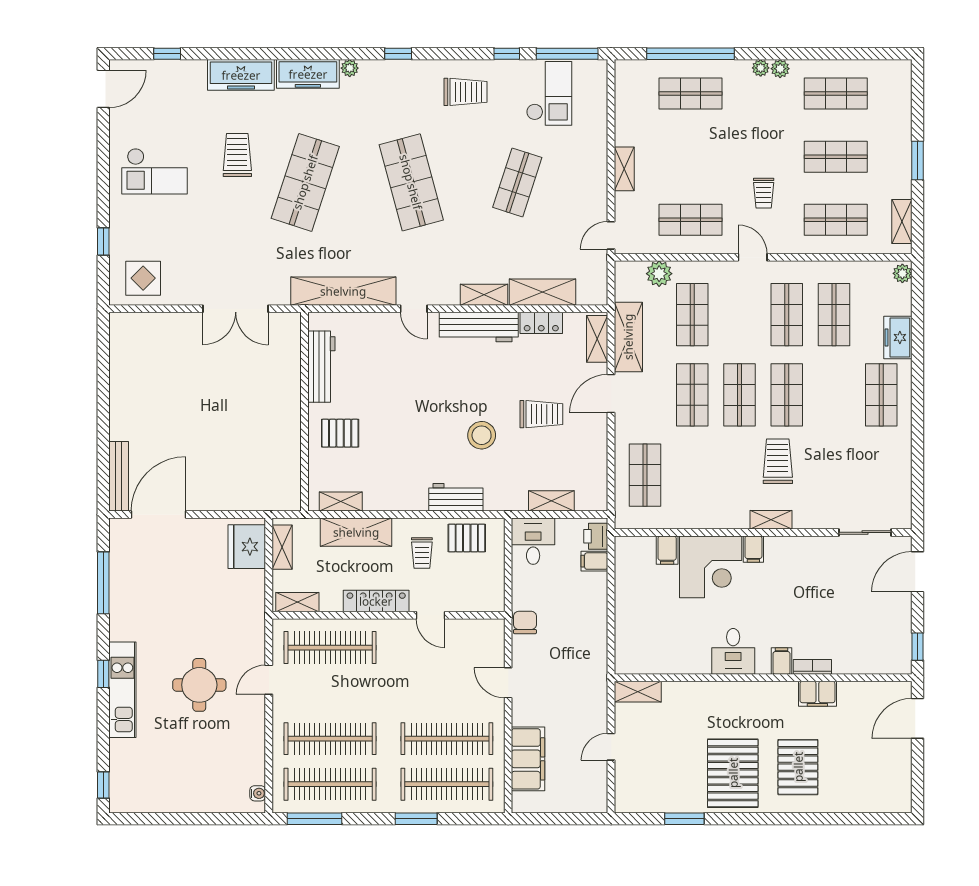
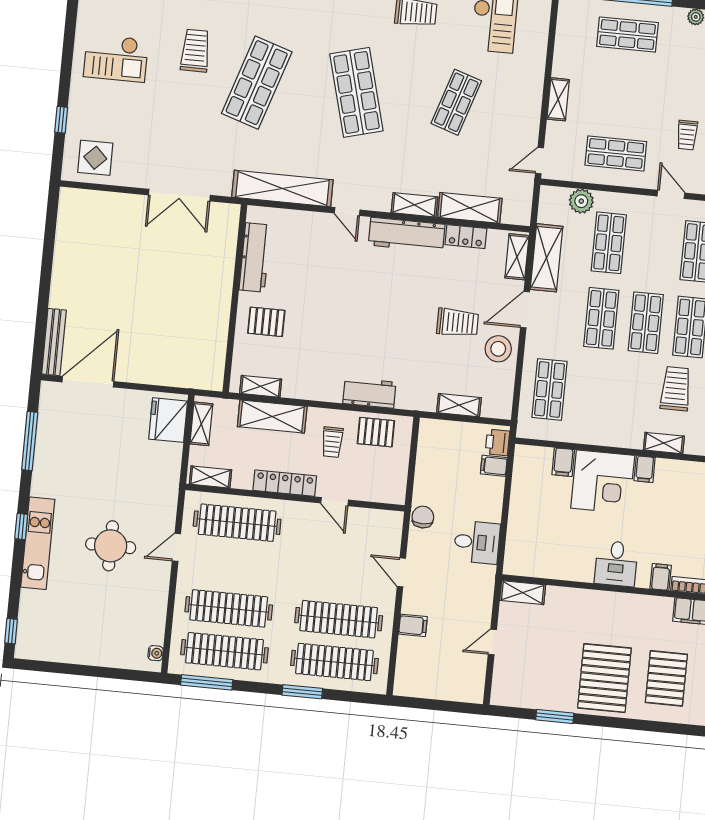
stool: (482, 435) -> (498, 349), moved
desk: (533, 541) -> (477, 542), moved, turned 90
filing cabinet: (528, 759) -> (413, 625), width x0.33, depth x0.86

